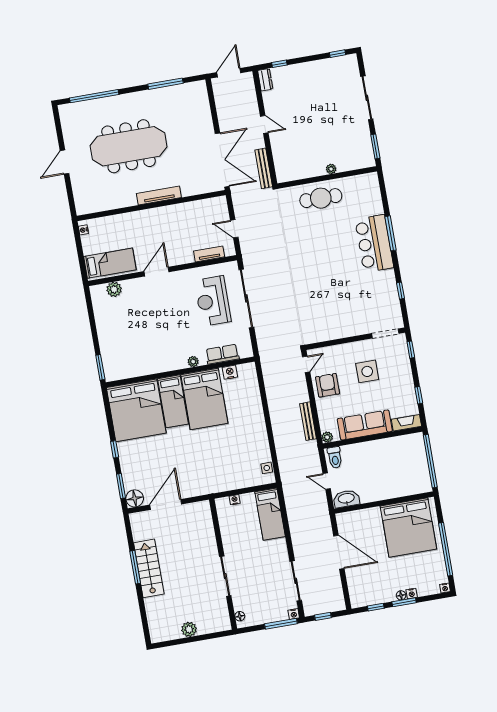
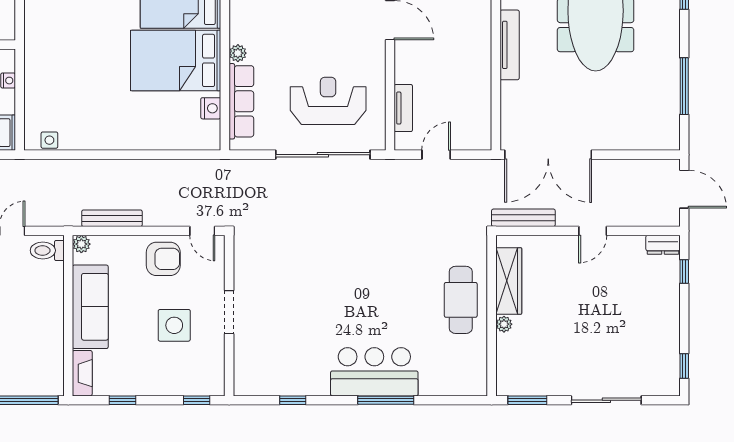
wardrobe: (304, 171) -> (509, 281), added
doorway: (385, 333) -> (229, 312), moved
row of seats: (222, 354) -> (241, 101), width x1.48

